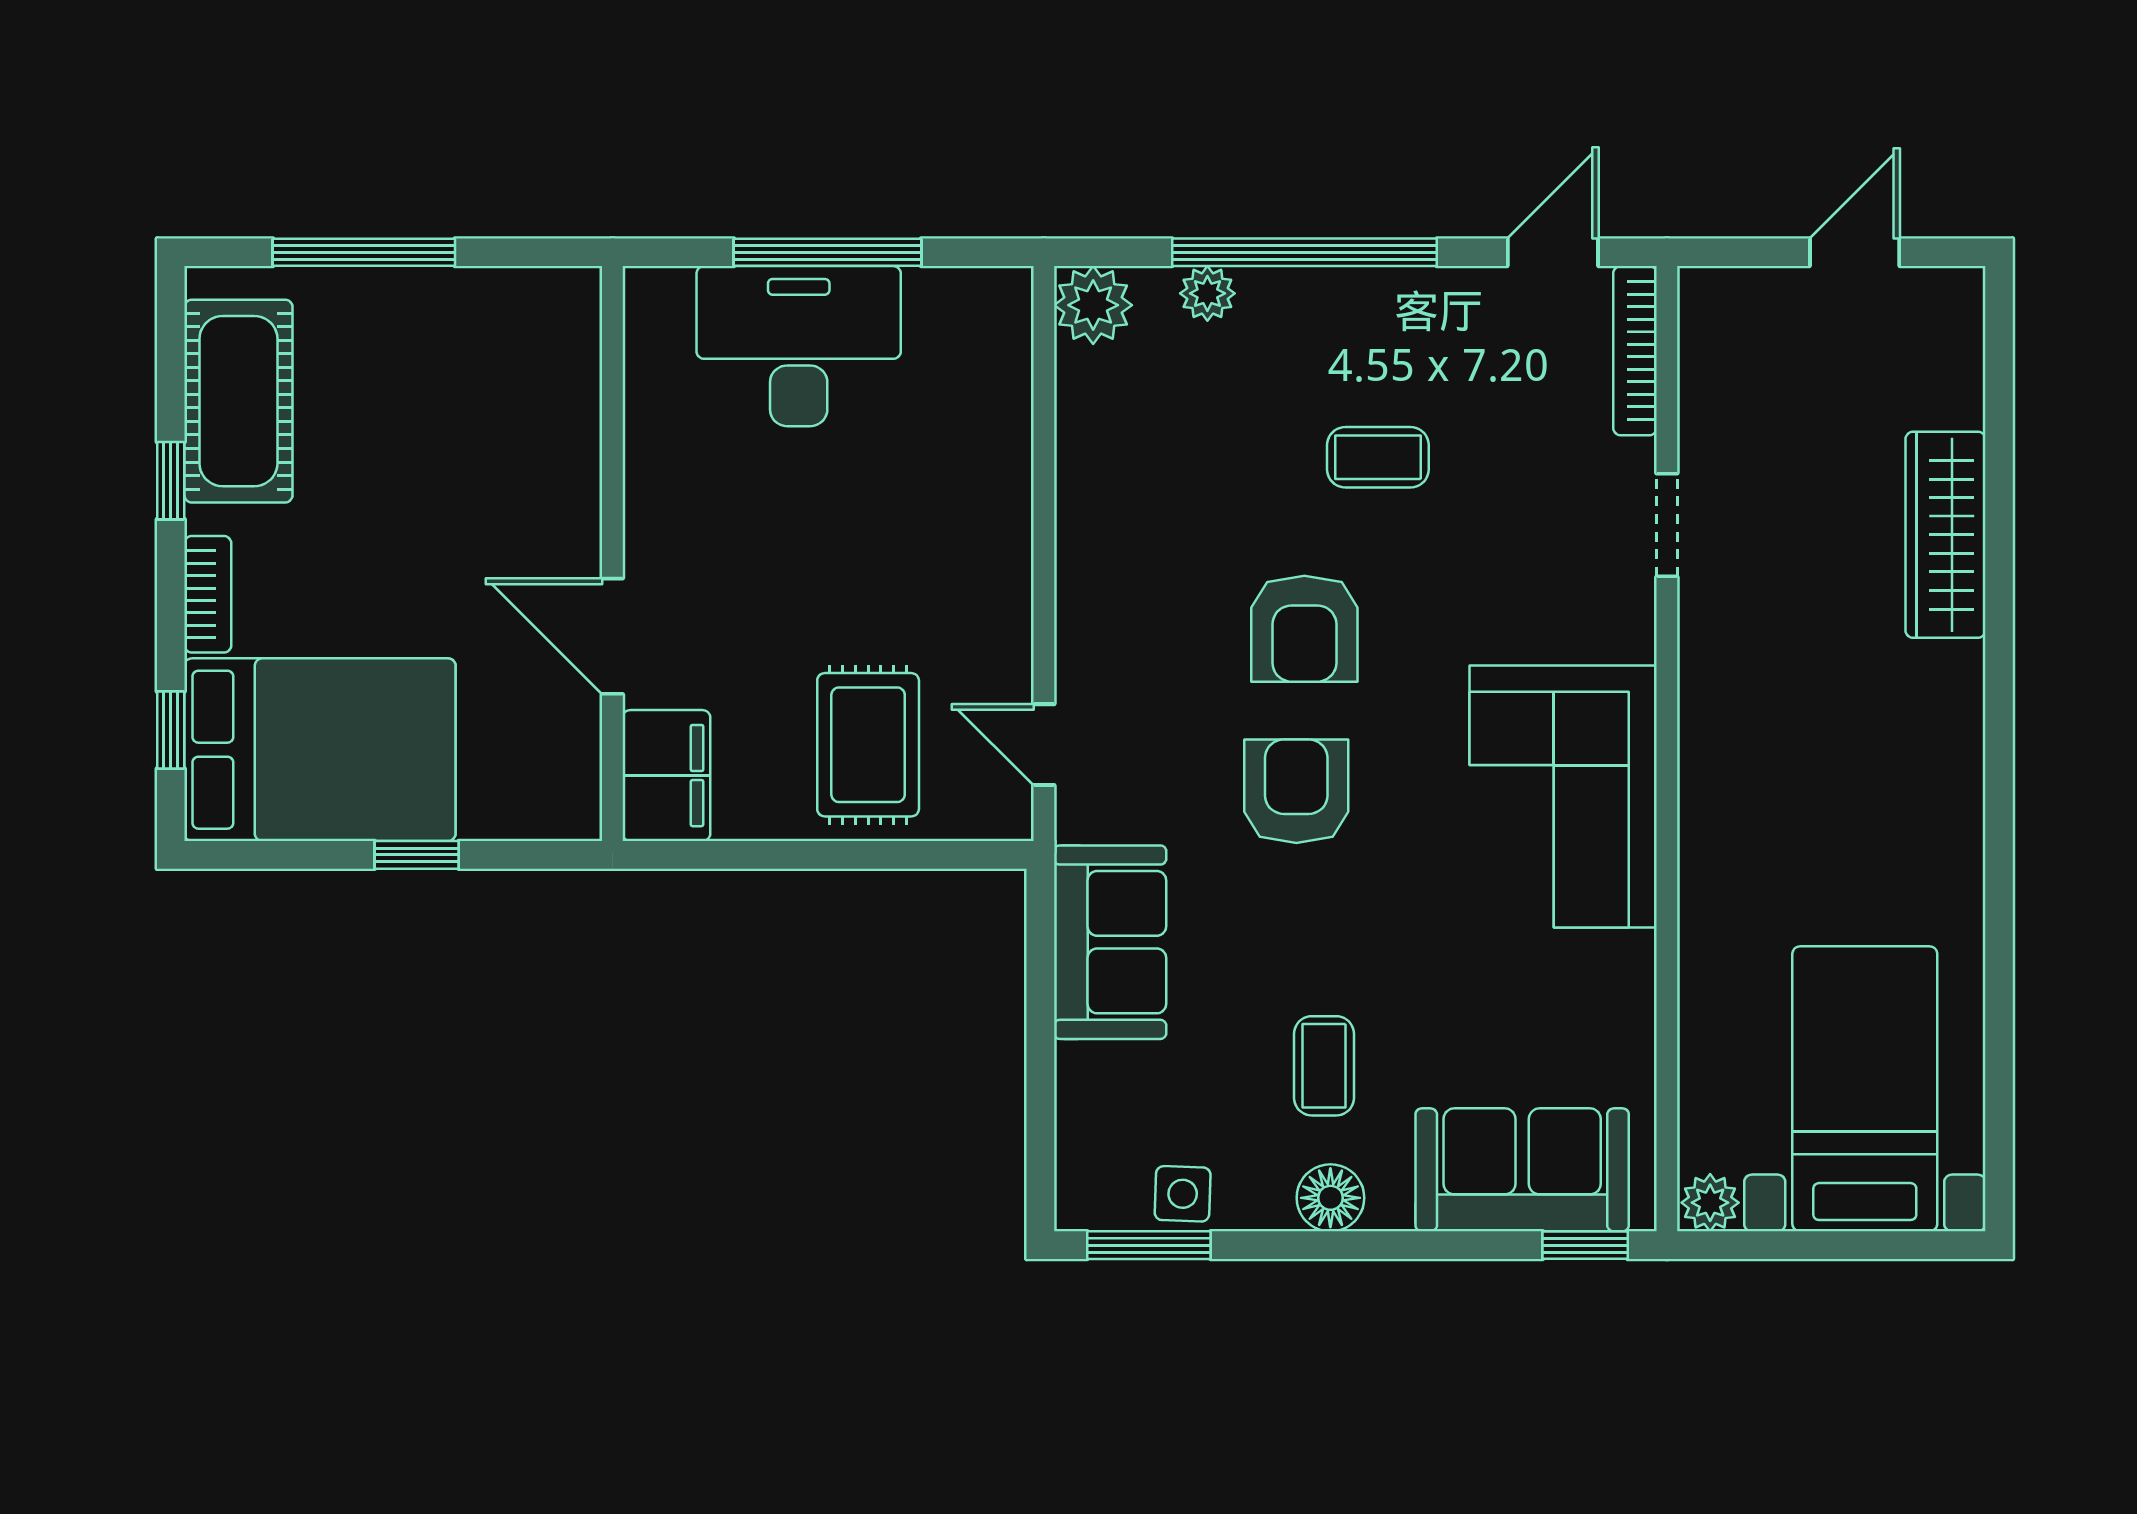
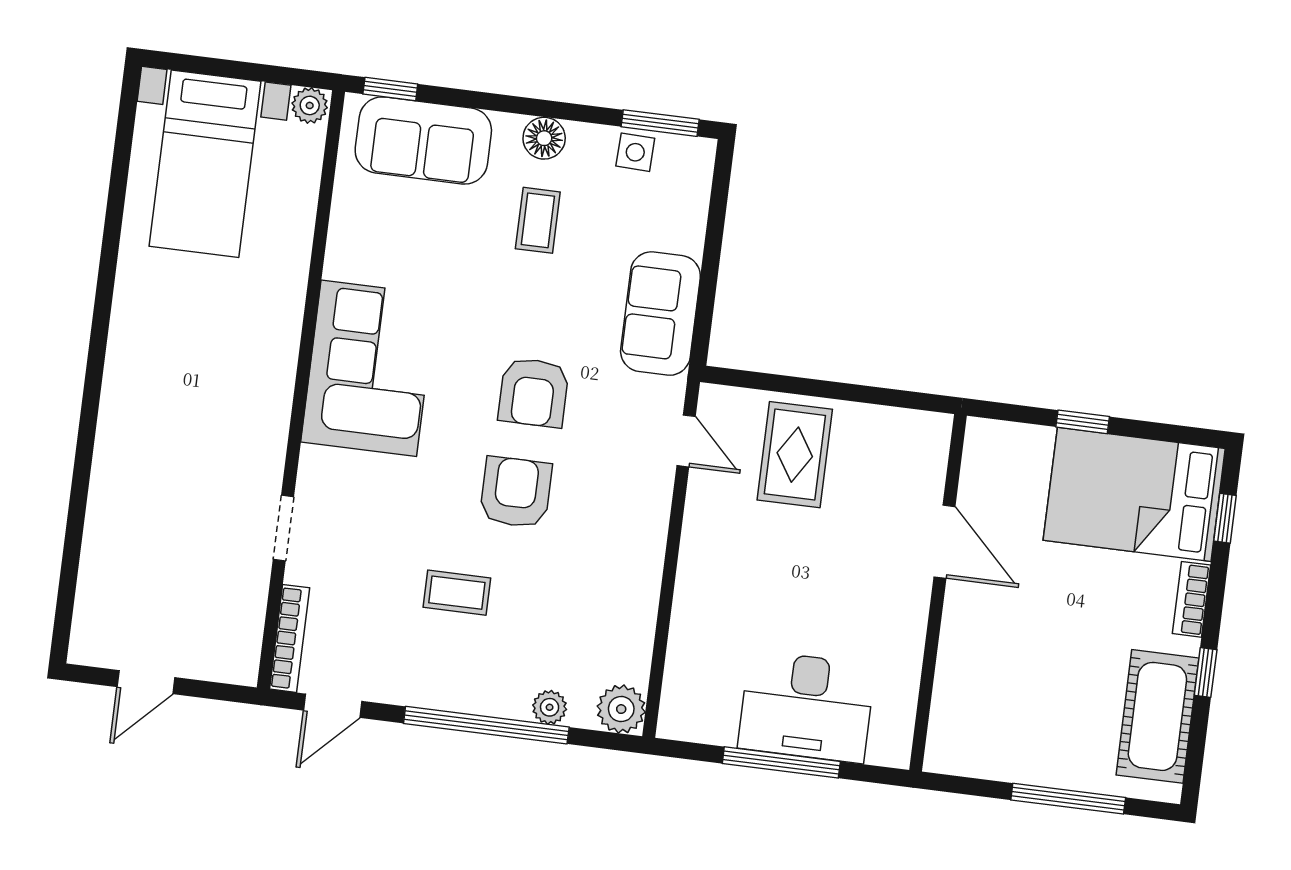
wardrobe: (1945, 535) -> (112, 500), removed
filing cabinet: (666, 776) -> (922, 451), removed

